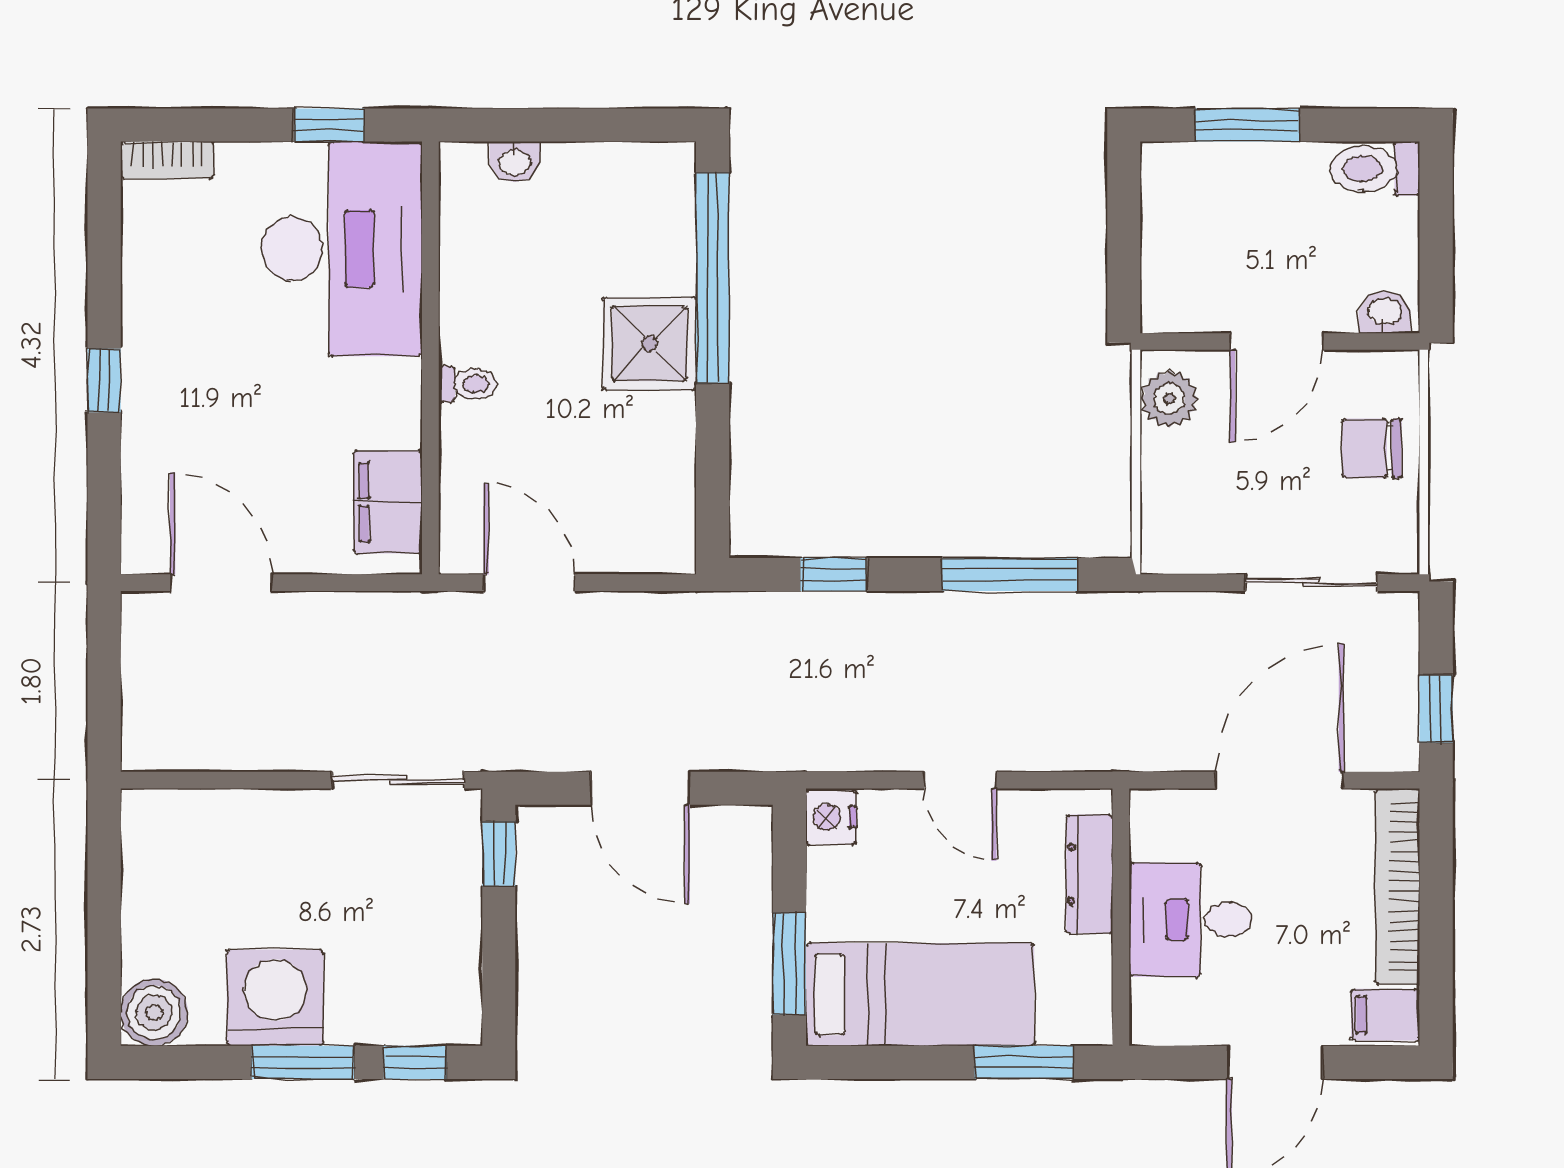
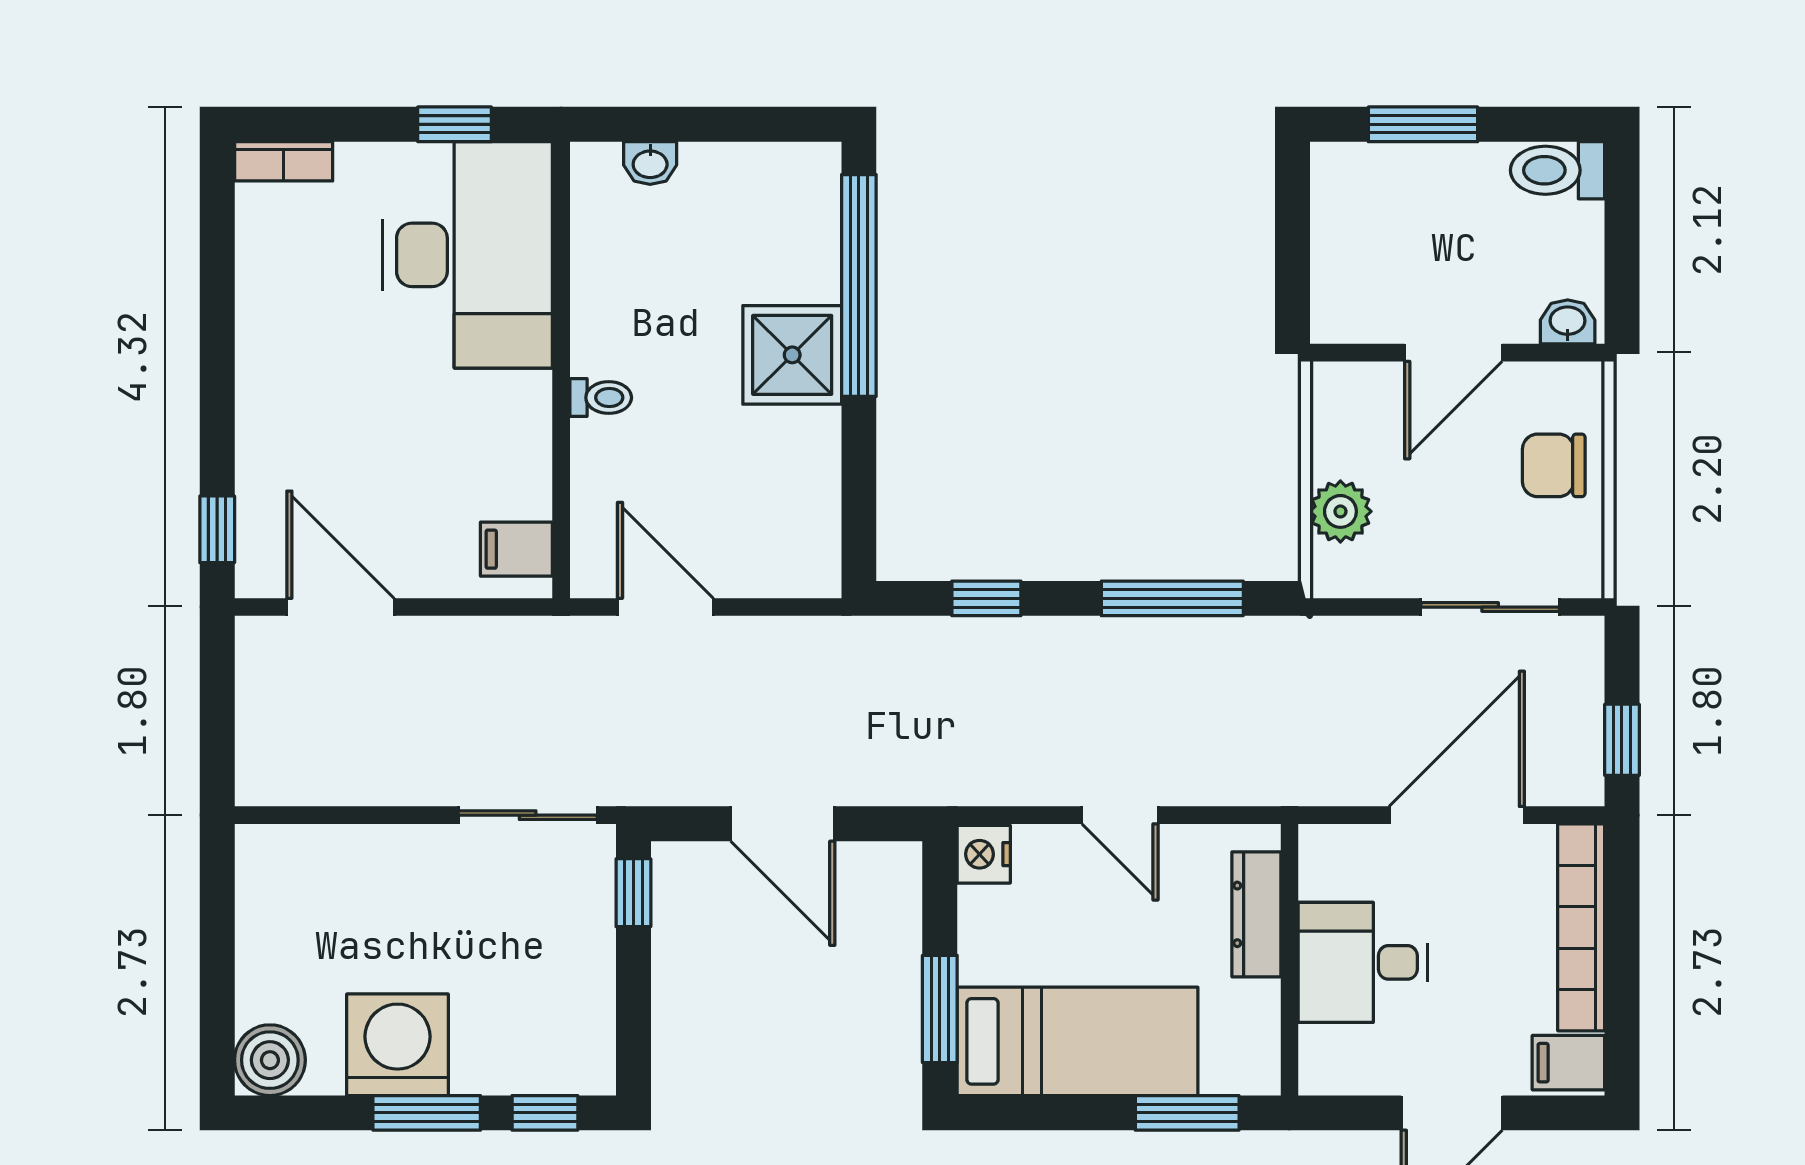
window: (104, 381) -> (217, 529), moved
plant: (1169, 399) -> (1340, 511), moved
filing cabinet: (388, 502) -> (516, 549), width x0.50

